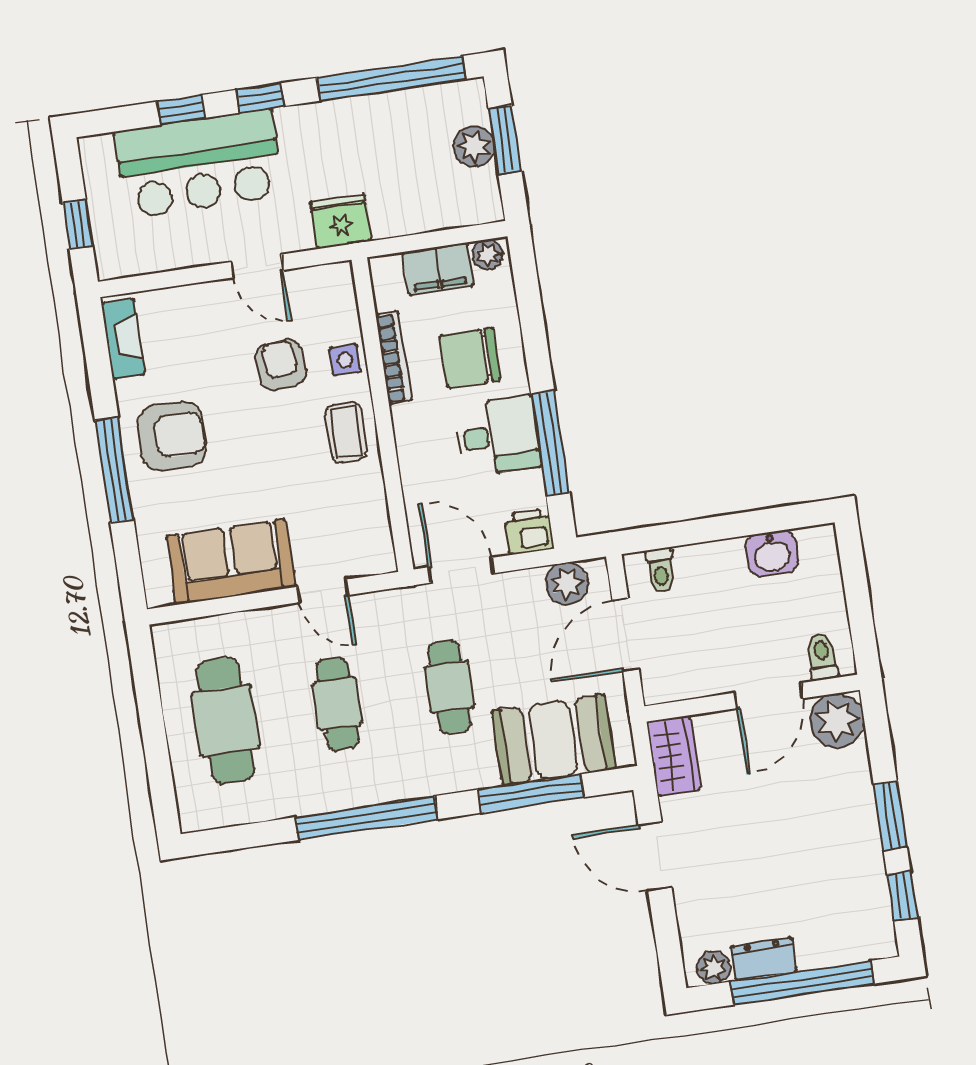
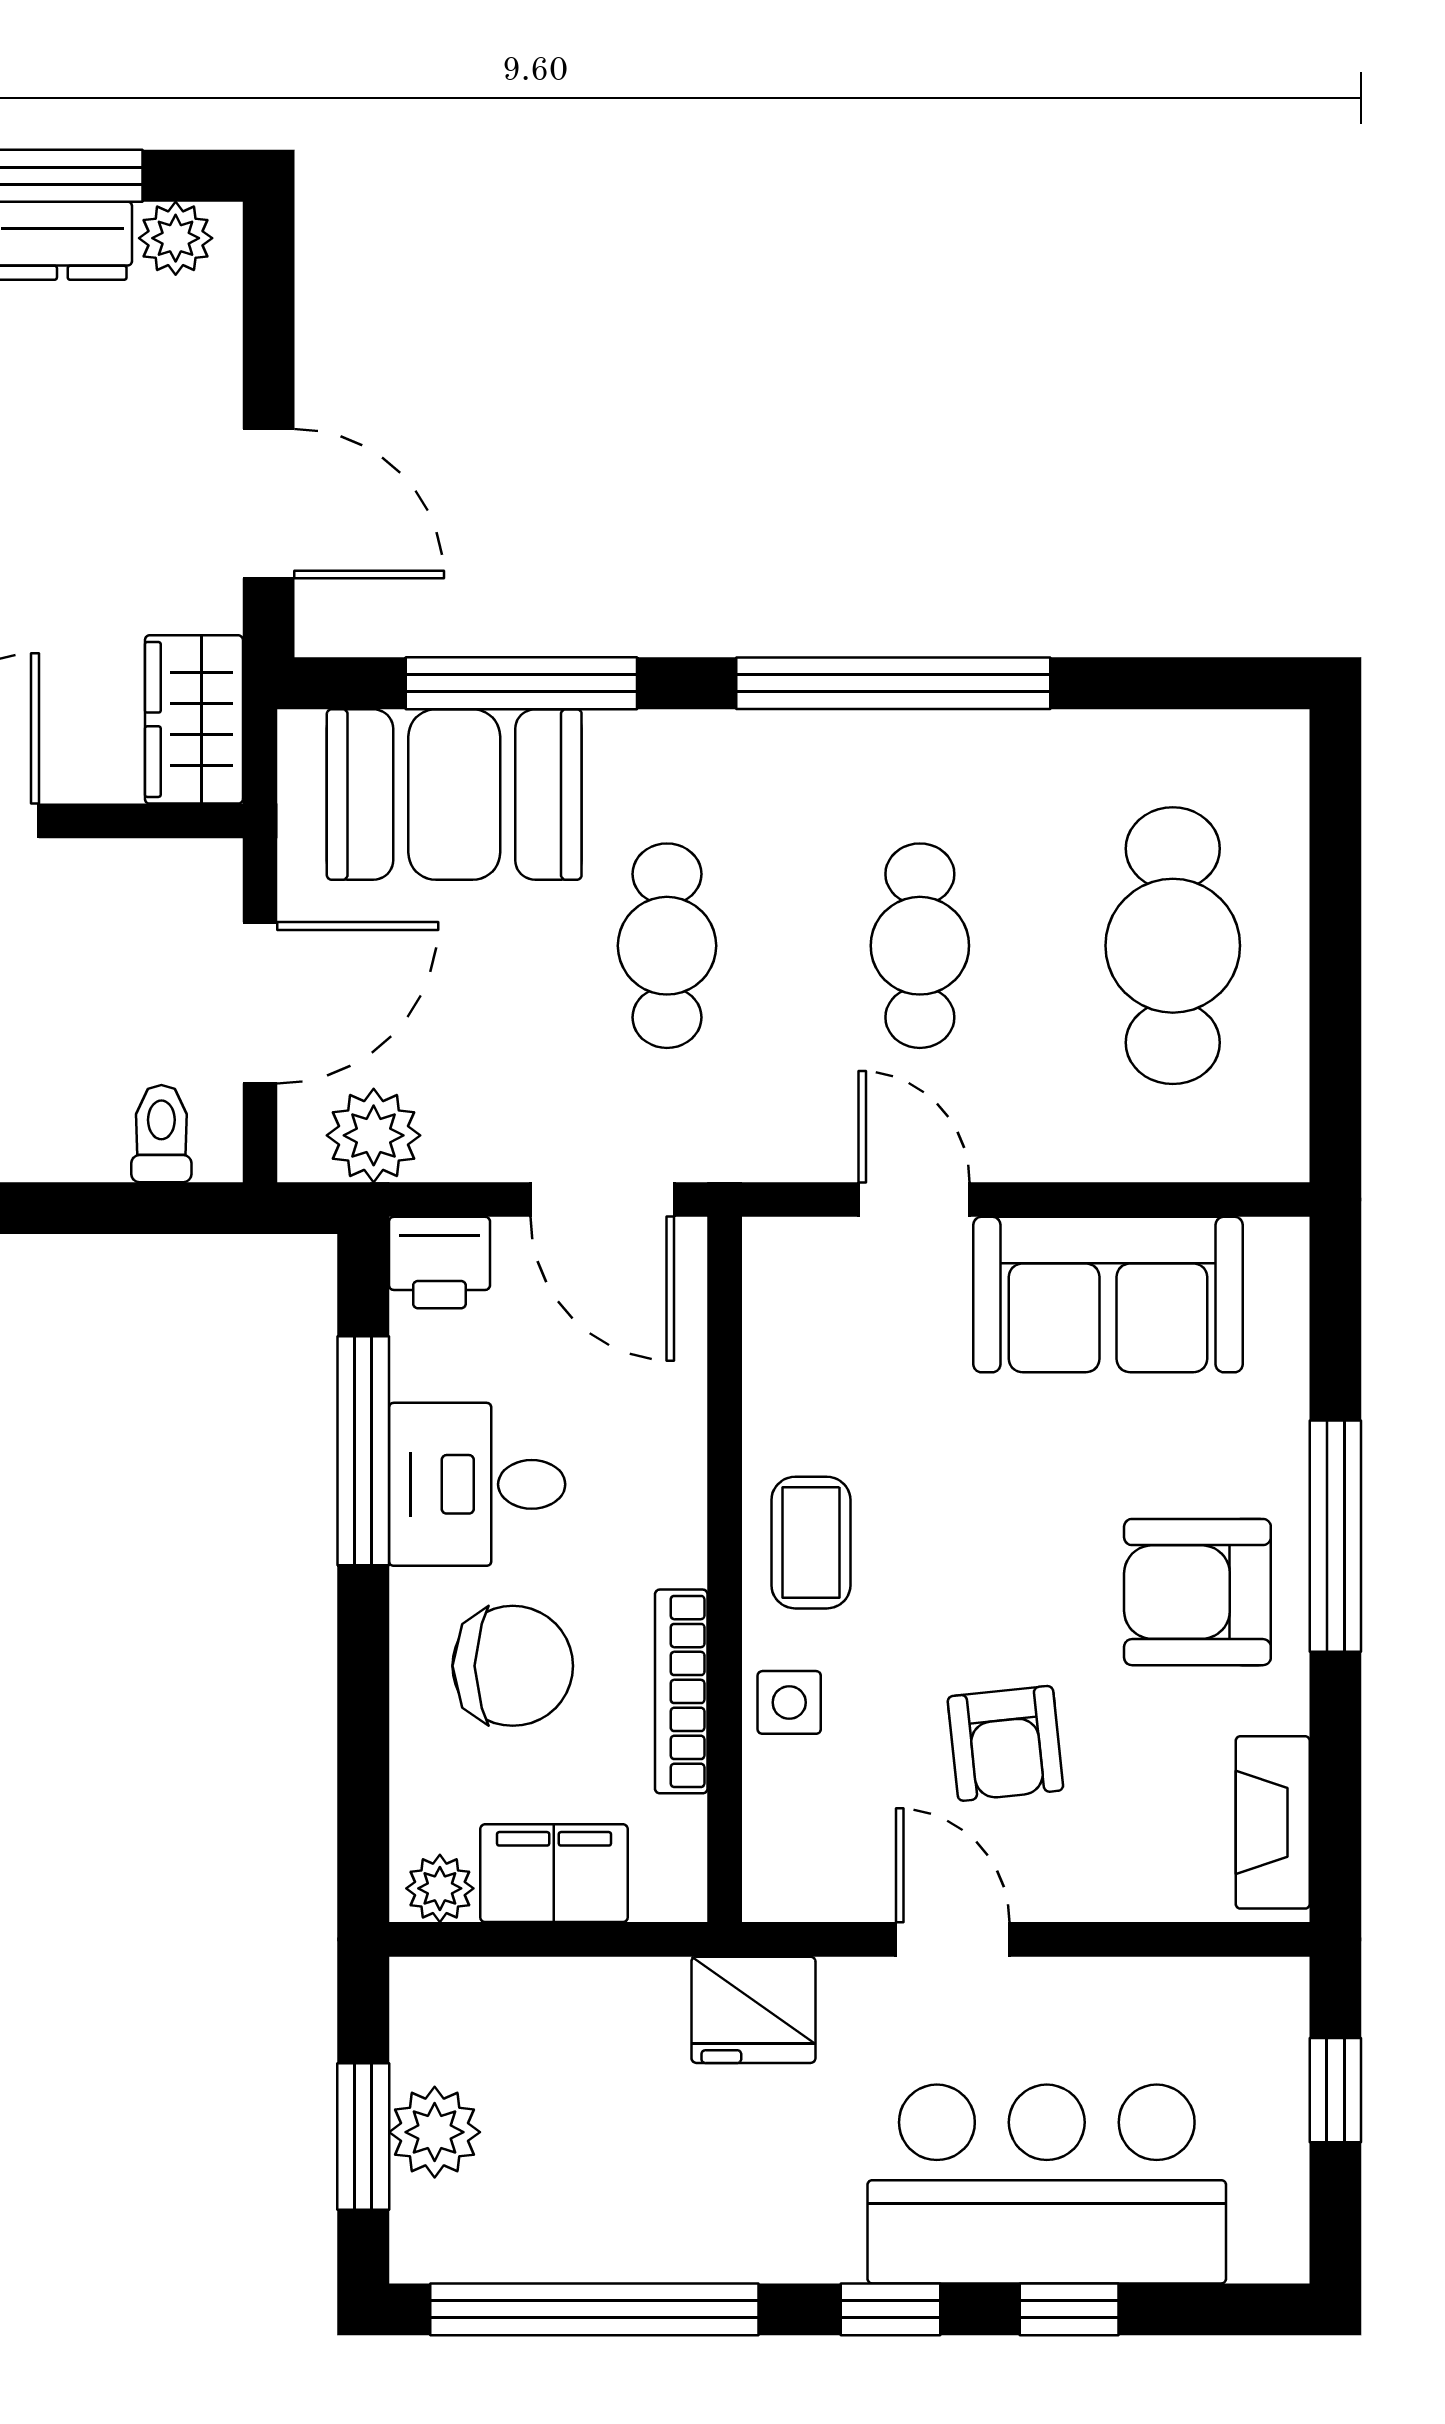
armchair: (281, 365) -> (1005, 1743), moved

